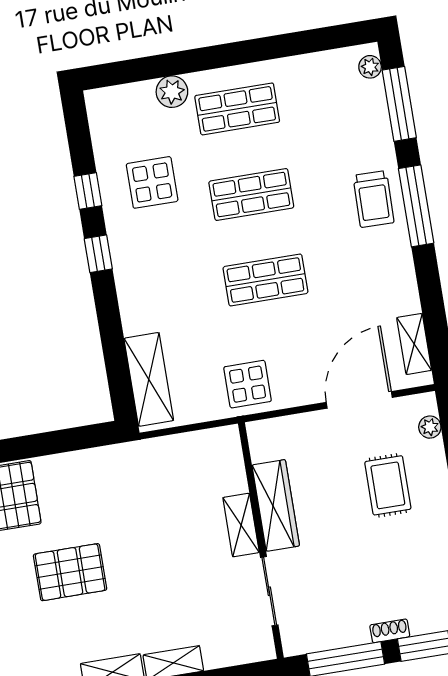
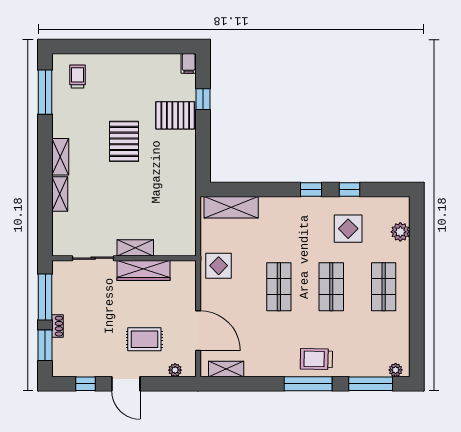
plant: (172, 92) -> (400, 232), moved

